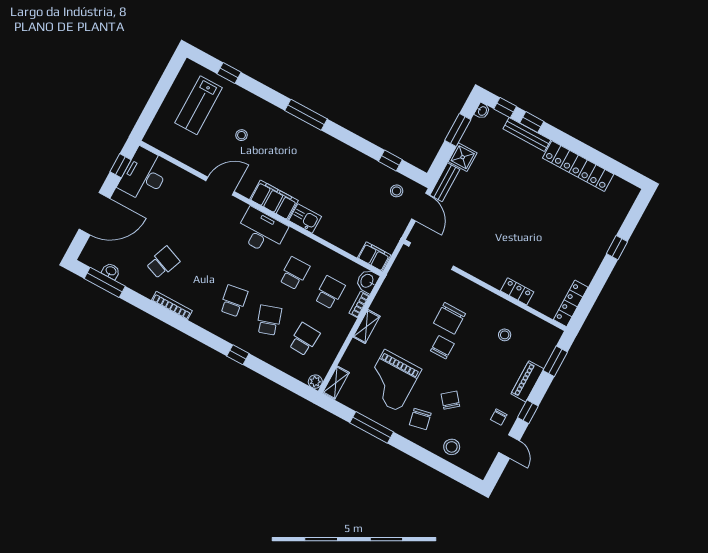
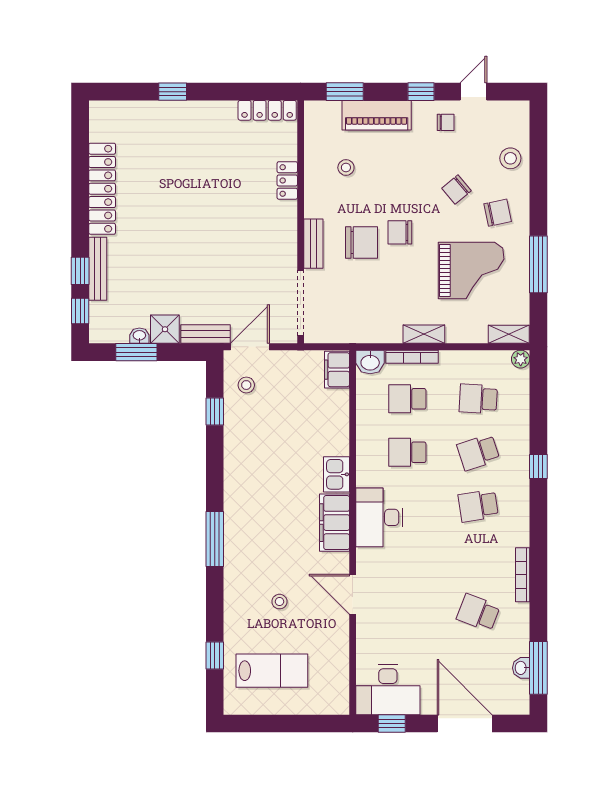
washbasin: (482, 111) -> (139, 336), moved
bench: (466, 286) -> (313, 244), added
bookcase: (359, 304) -> (412, 357), width x1.56
piano: (527, 381) -> (377, 115), width x1.37, depth x1.33

